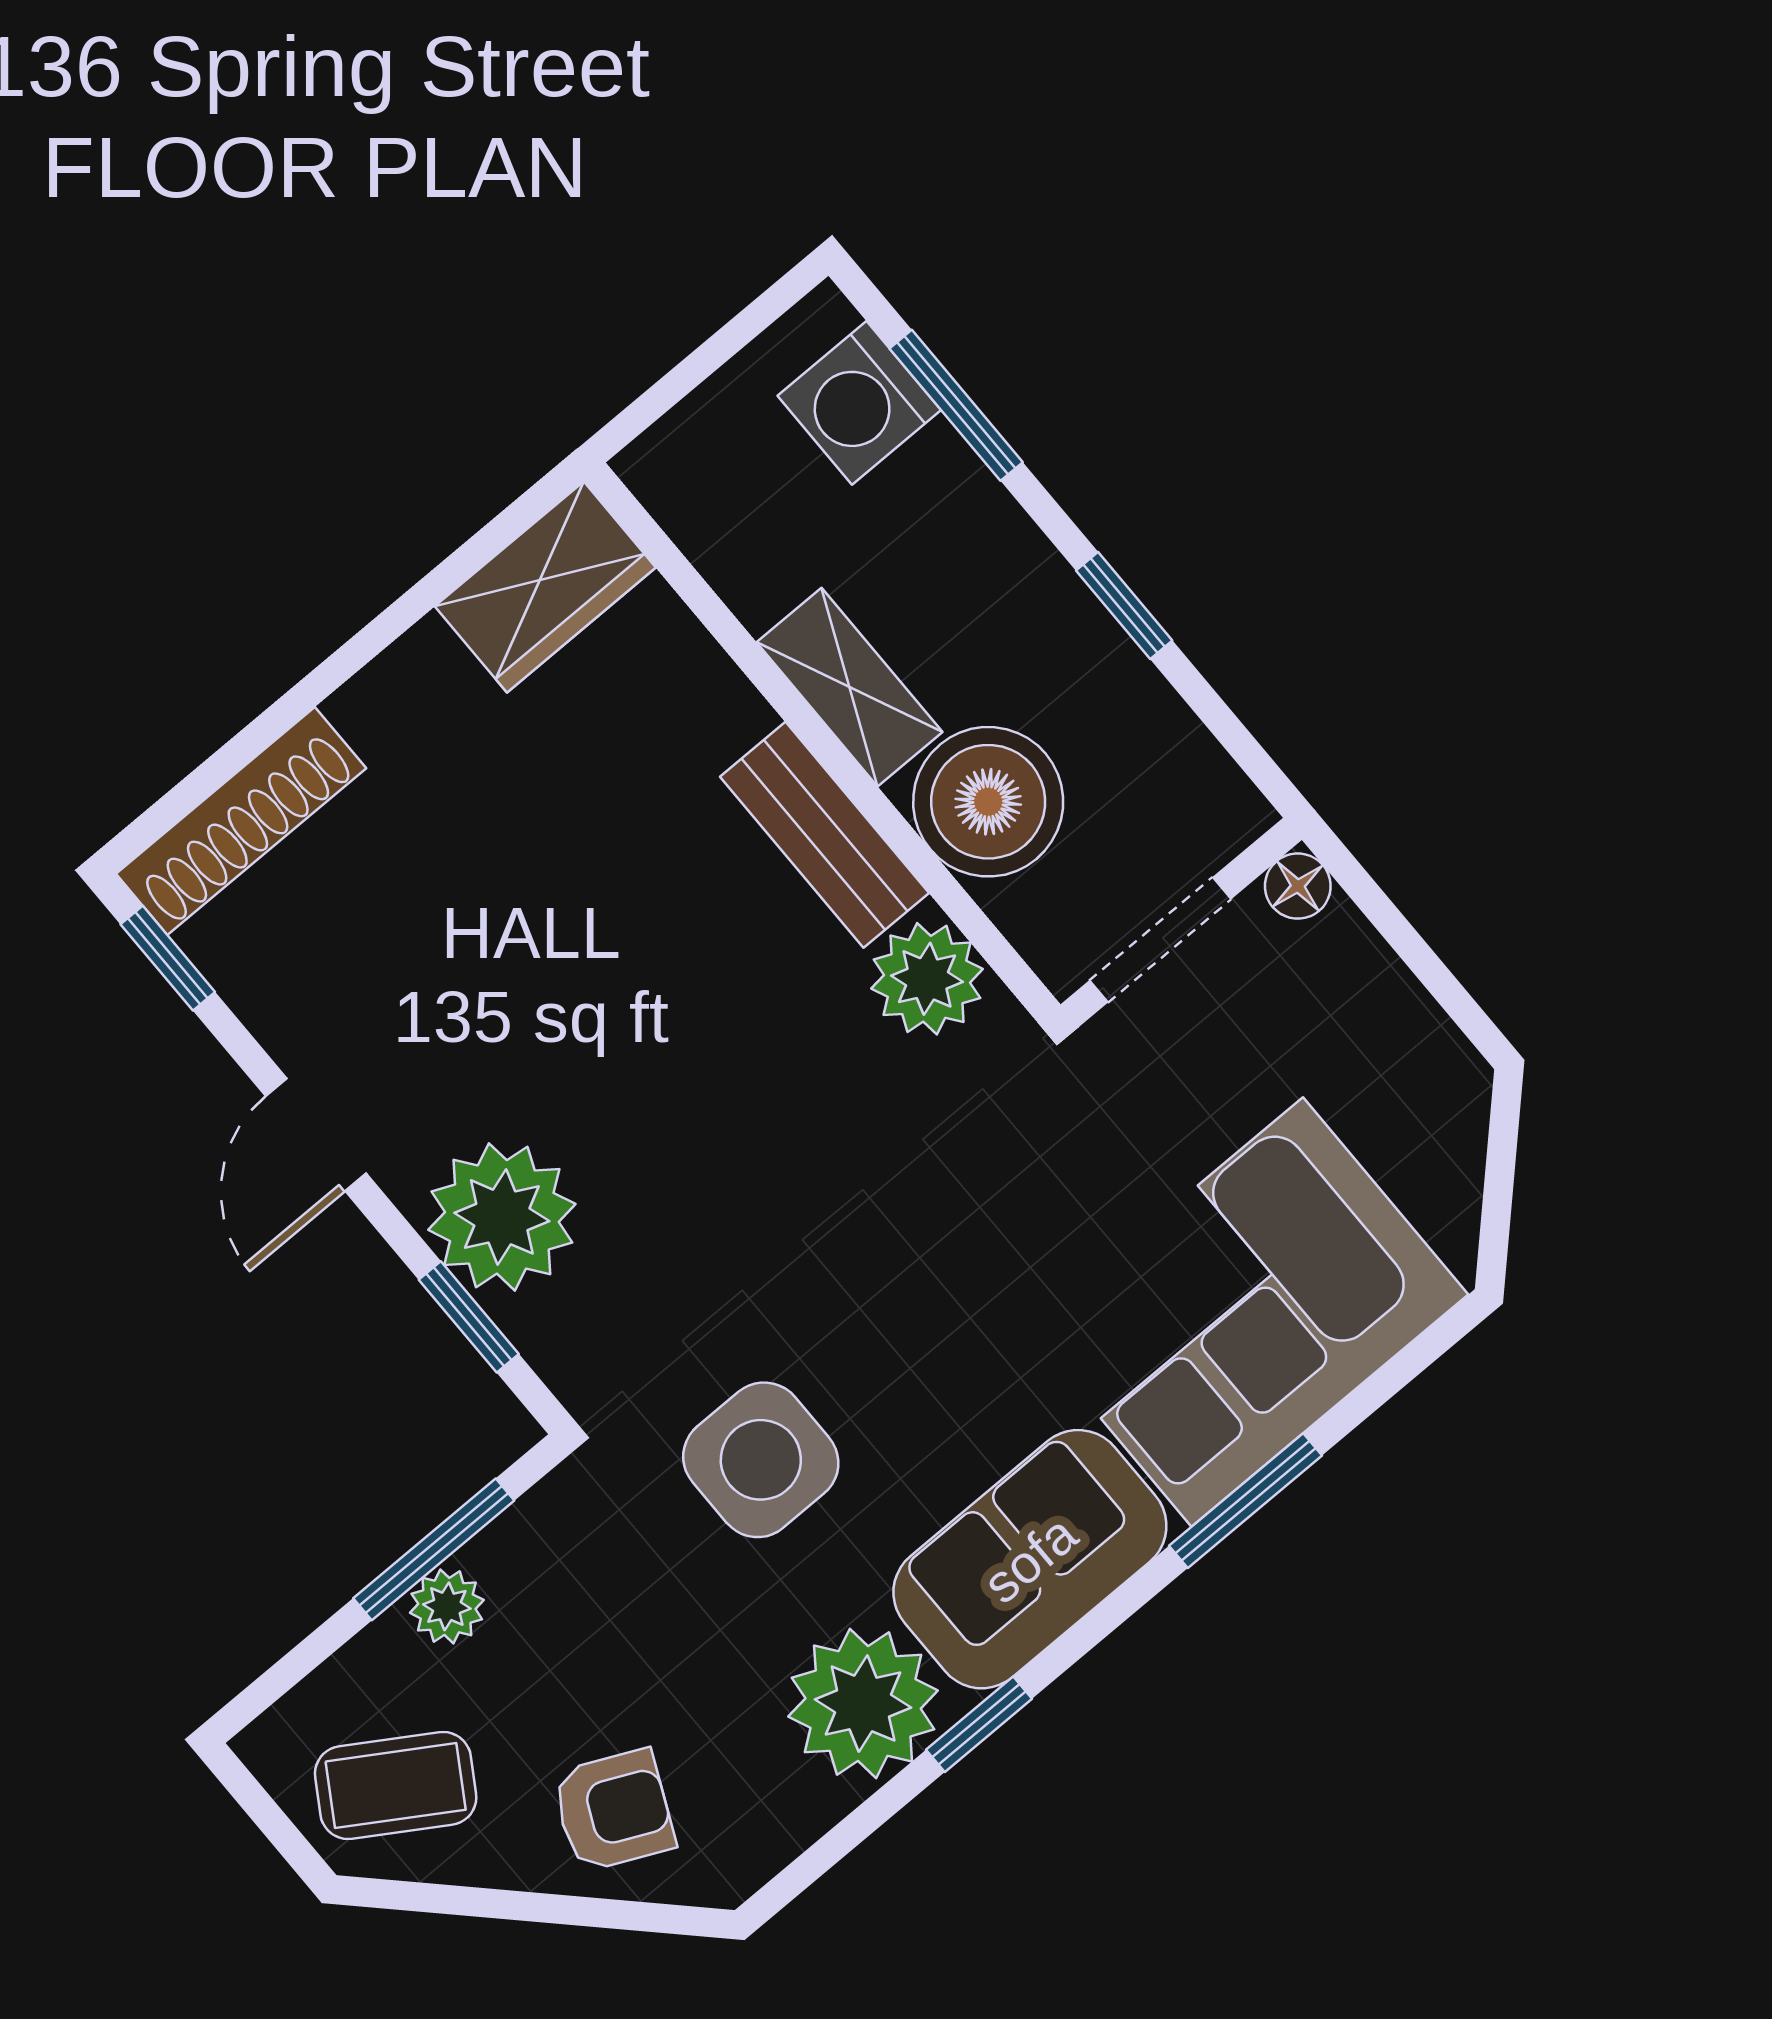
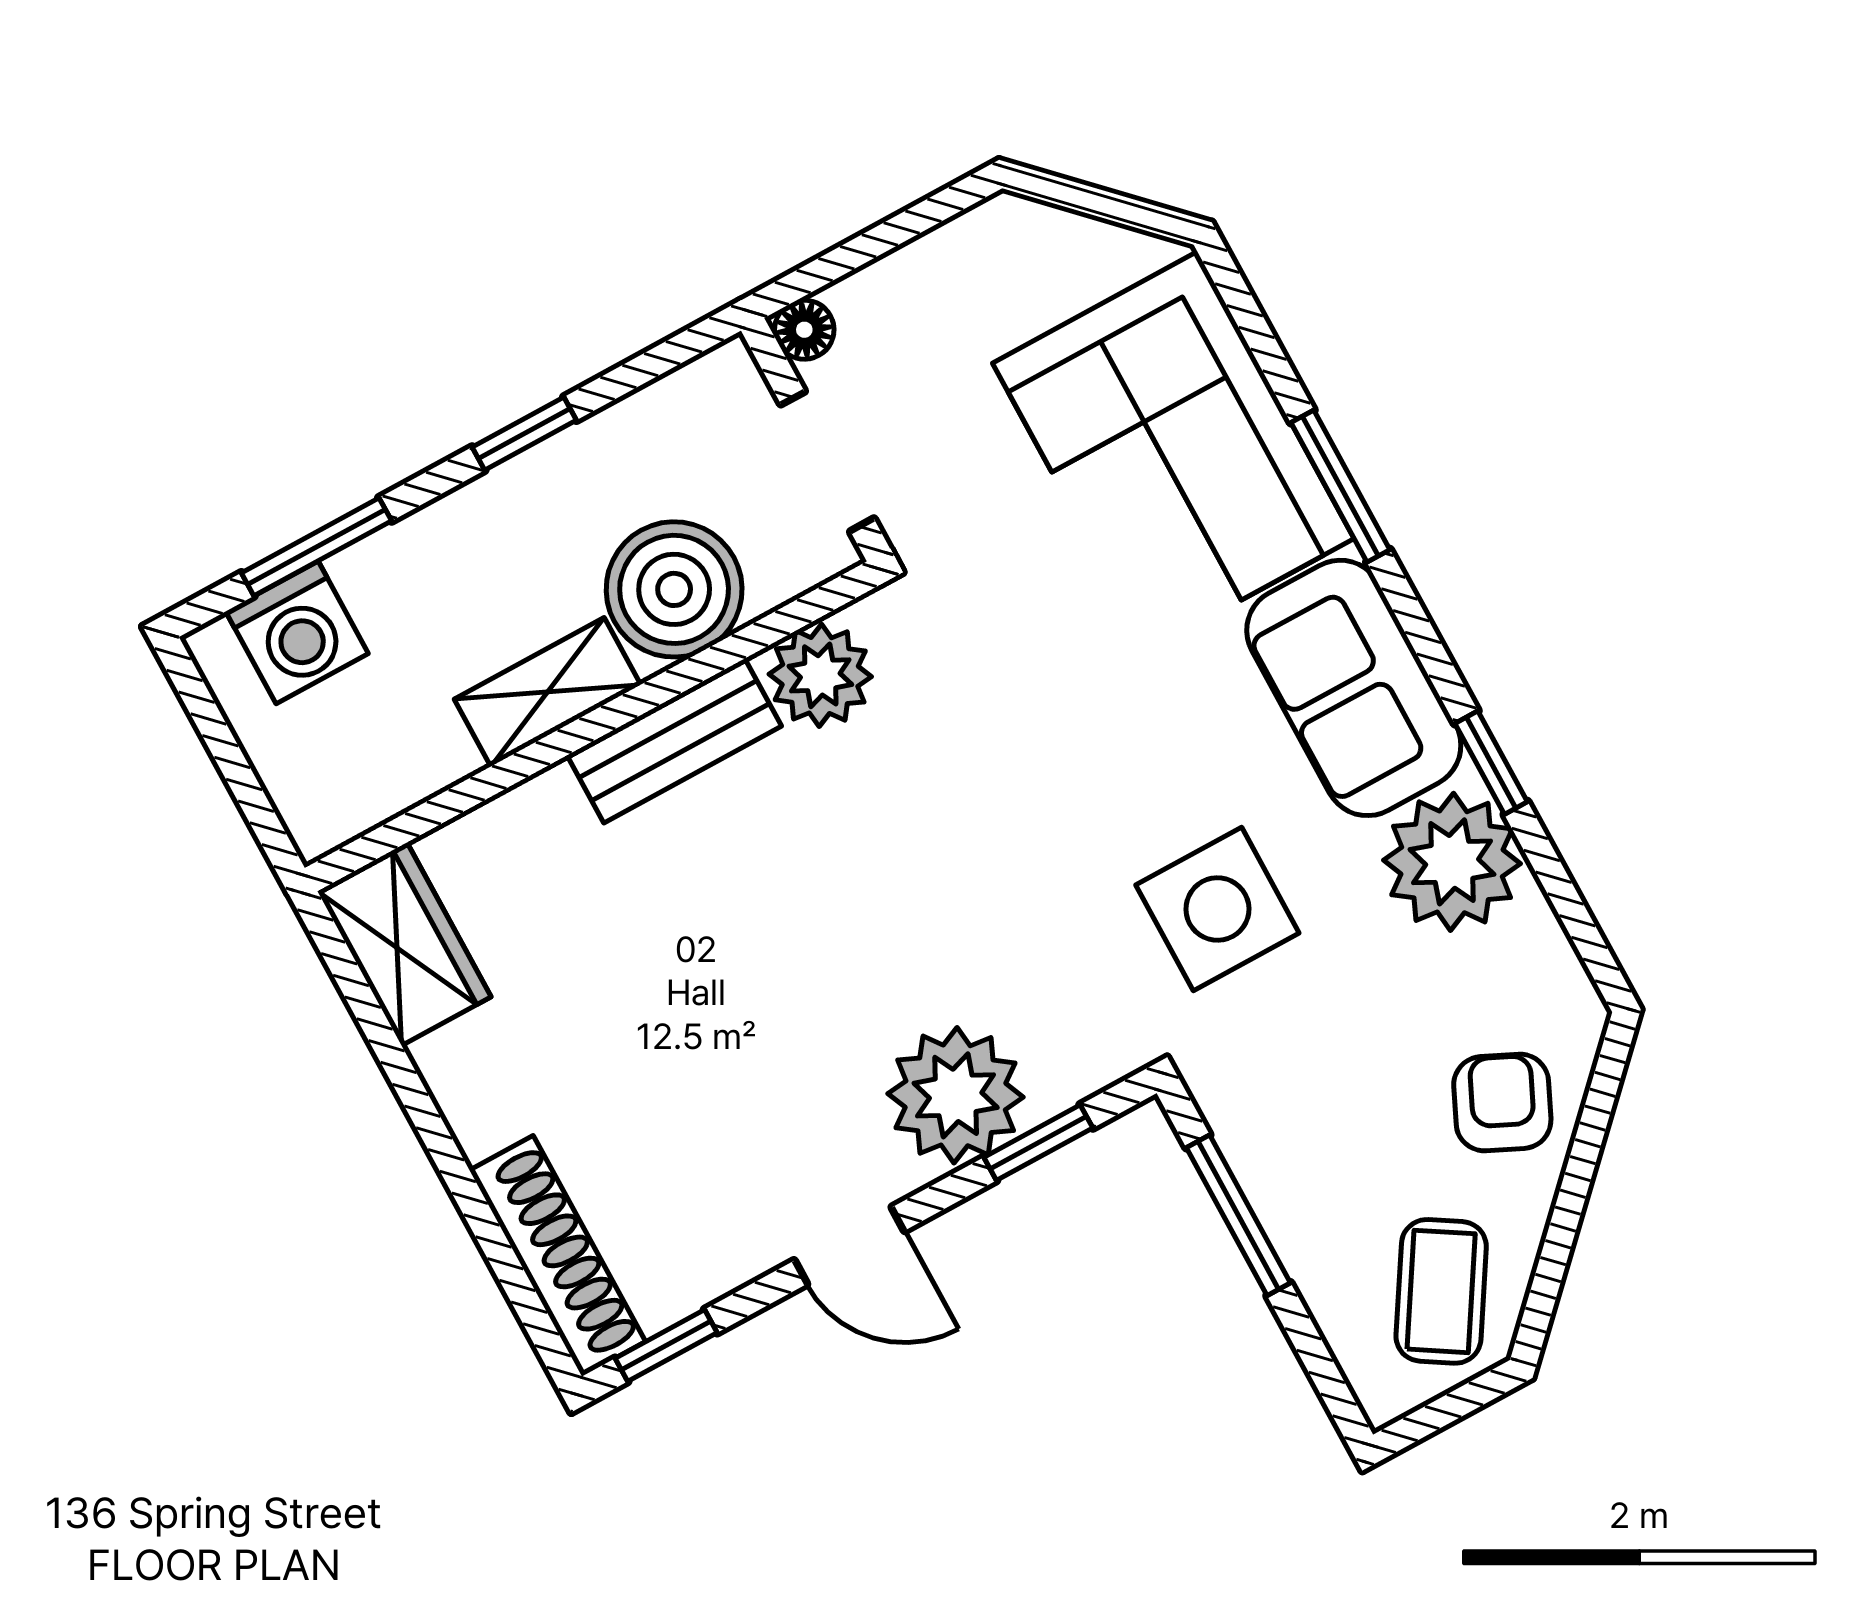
plant: (447, 1606) -> (1291, 1214), removed

